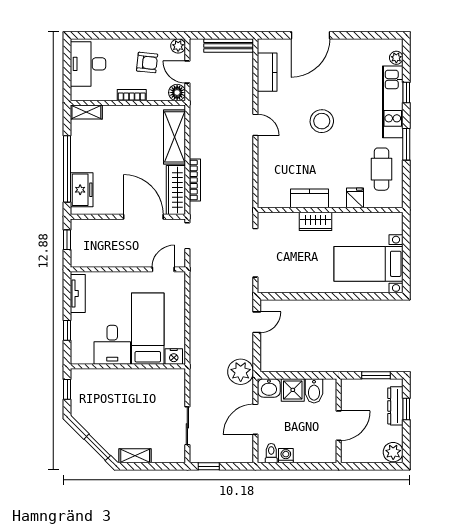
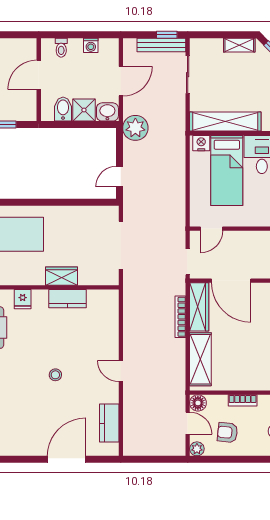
bench: (229, 46) -> (161, 45), moved
stool: (322, 121) -> (55, 375), width x0.53, depth x0.53
shelving: (149, 378) -> (225, 122), added
toilet: (271, 453) -> (61, 48), moved

